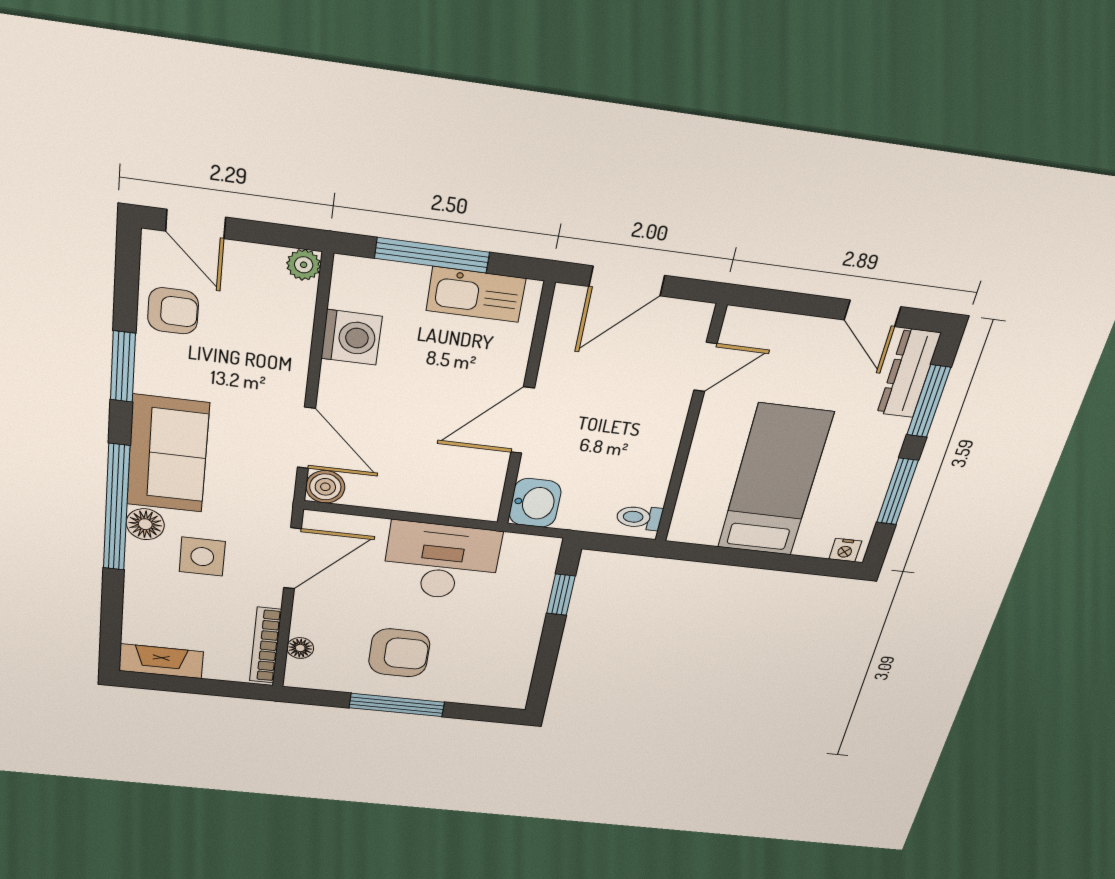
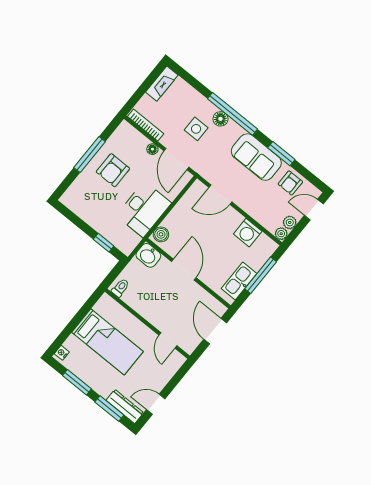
plant: (264, 261) -> (290, 222), added
sofa: (168, 454) -> (256, 157), moved
boiler: (325, 487) -> (161, 234), moved
floor lamp: (300, 648) -> (152, 149), moved

